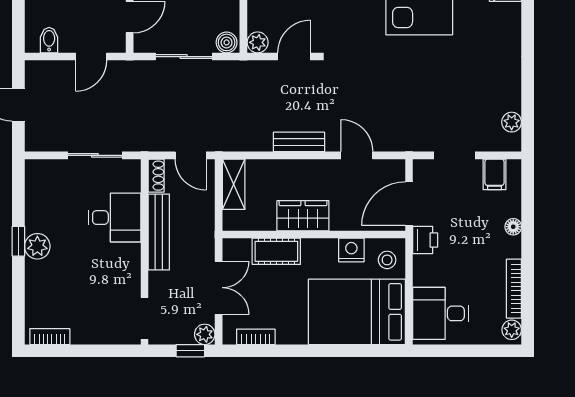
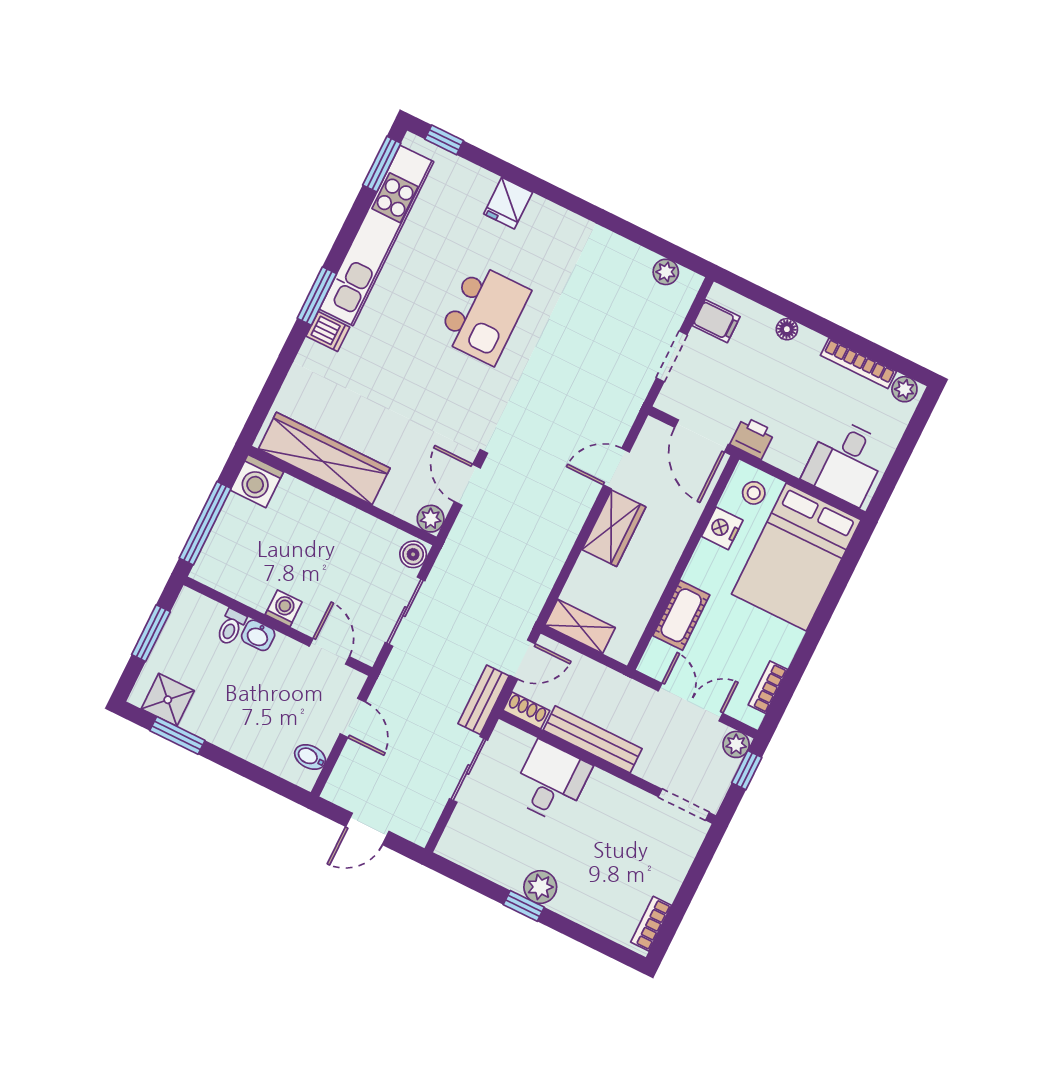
bench: (299, 142) -> (483, 700), moved
wardrobe: (303, 216) -> (614, 528), moved, turned 180

